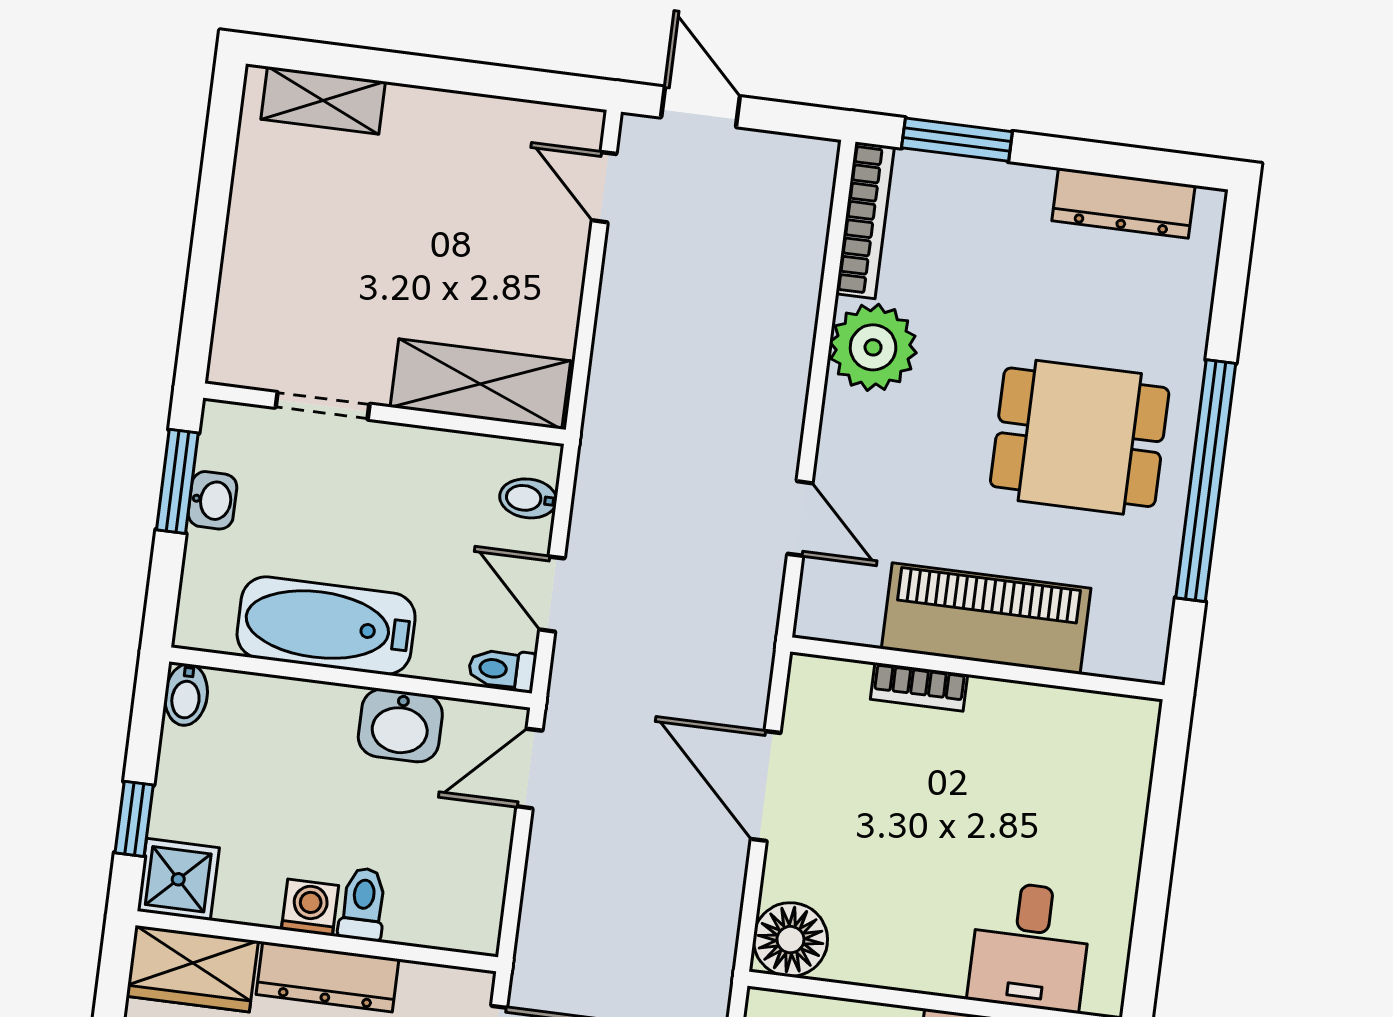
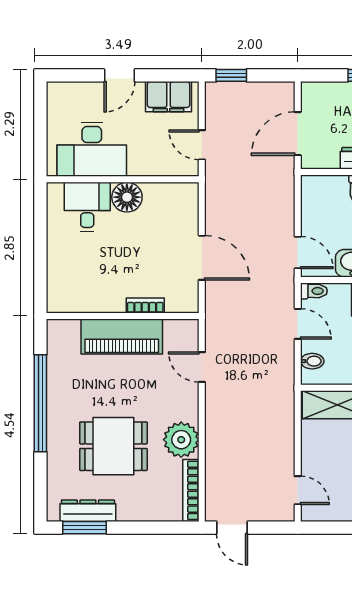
door: (700, 107) -> (232, 528), moved
window: (957, 140) -> (84, 528), moved
dining table: (1080, 437) -> (113, 446), moved
door: (530, 769) -> (298, 253), hinge flipped
floor lamp: (790, 940) -> (127, 197), moved

